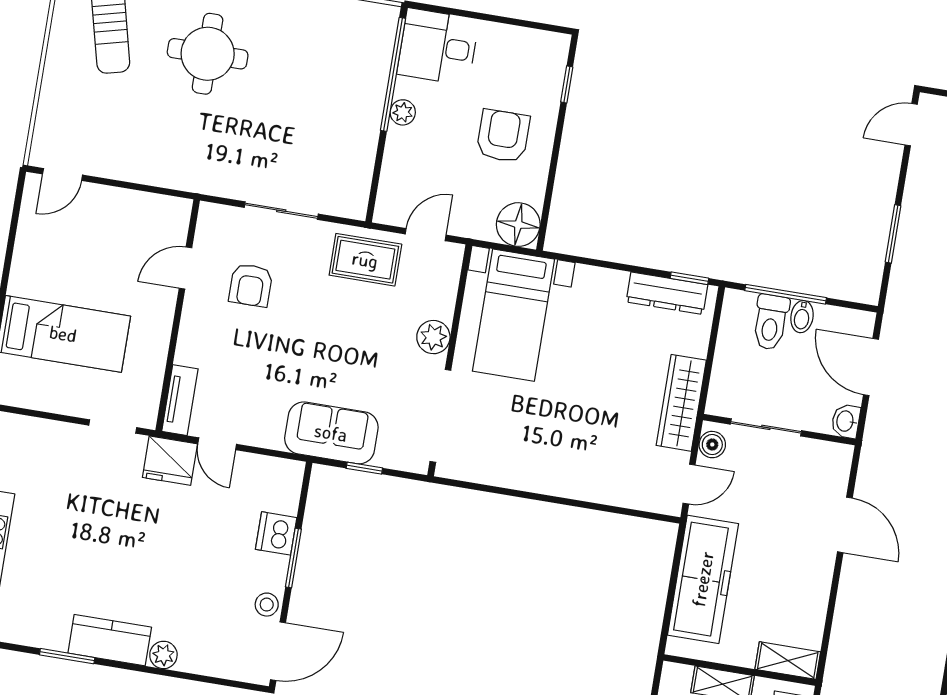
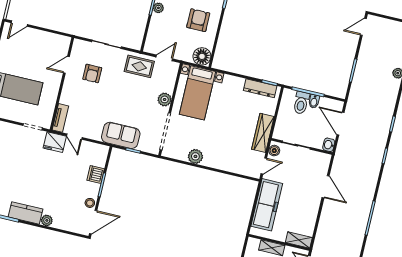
plant: (519, 472) -> (195, 156), added

